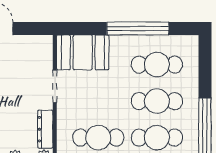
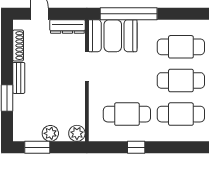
window: (138, 28) -> (129, 14), moved
dresser: (45, 129) -> (67, 26), moved, turned -90

